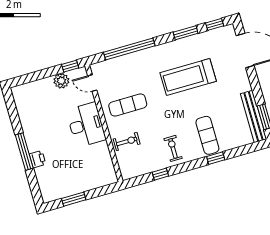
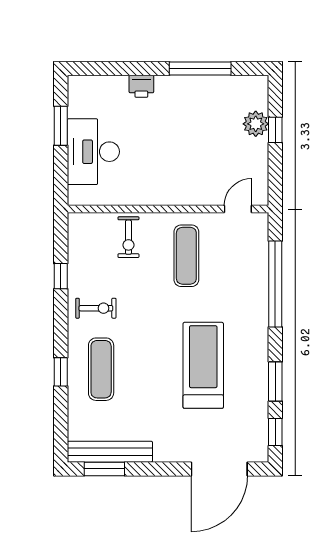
window: (70, 66) -> (275, 130), moved
plant: (61, 81) -> (256, 124), moved
desk: (86, 125) -> (93, 152), moved, turned 90
exercise mat: (207, 135) -> (101, 369), turned 90
window: (24, 152) -> (200, 69), moved

